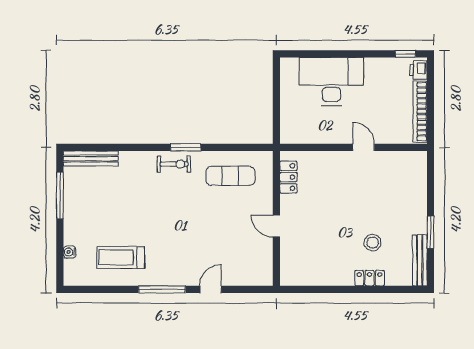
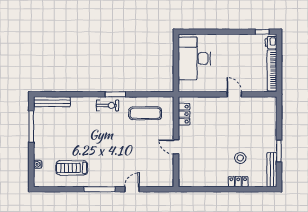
desk: (331, 81) -> (194, 58), moved, turned -90

